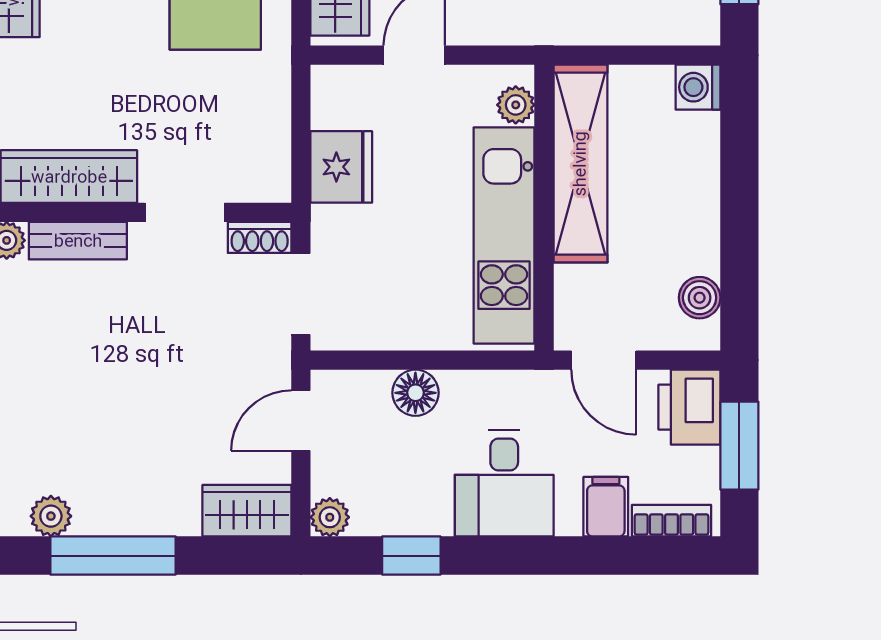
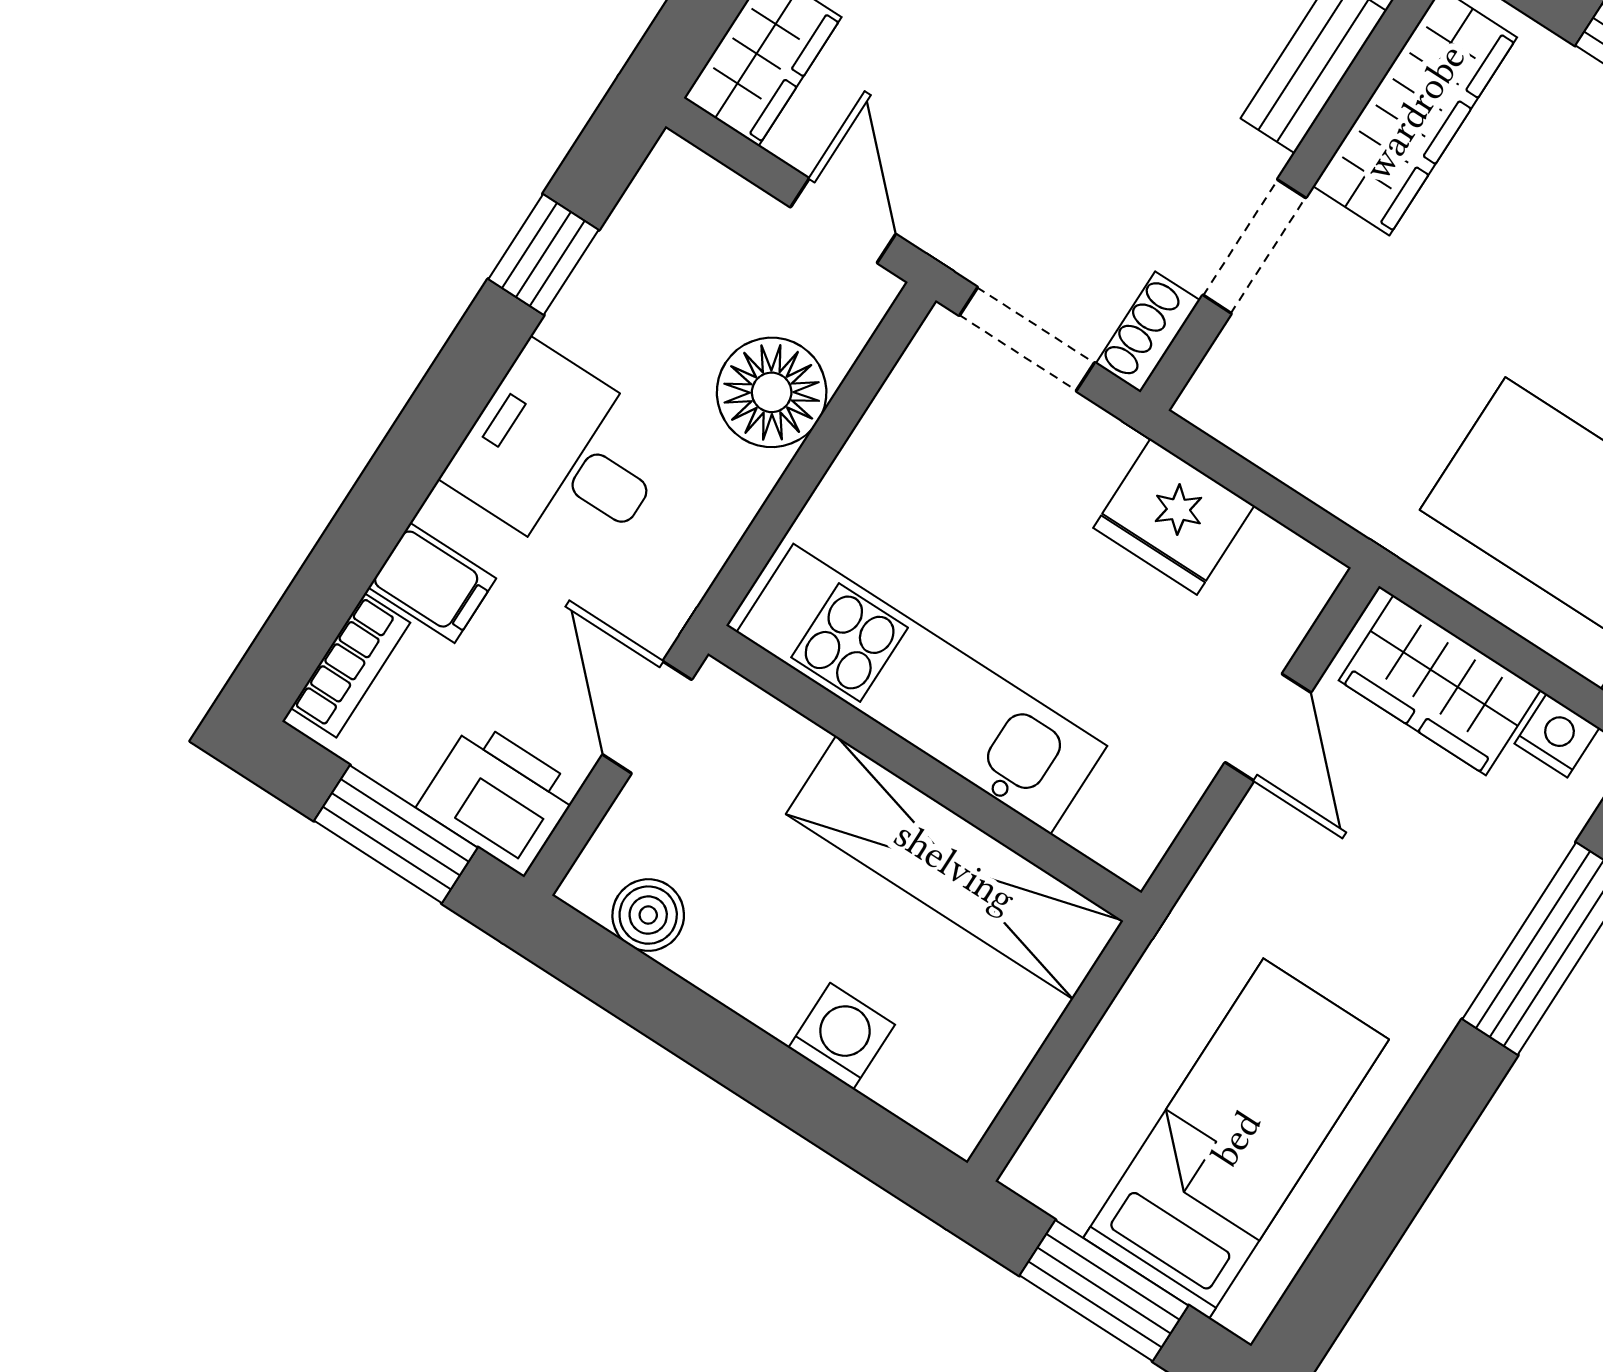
washing machine: (698, 87) -> (842, 1036), moved
plant: (516, 105) -> (1101, 828), removed
door: (604, 360) -> (647, 717), hinge flipped
floor lamp: (415, 393) -> (772, 392), width x1.38, depth x1.38
plant: (330, 517) -> (676, 172), removed

